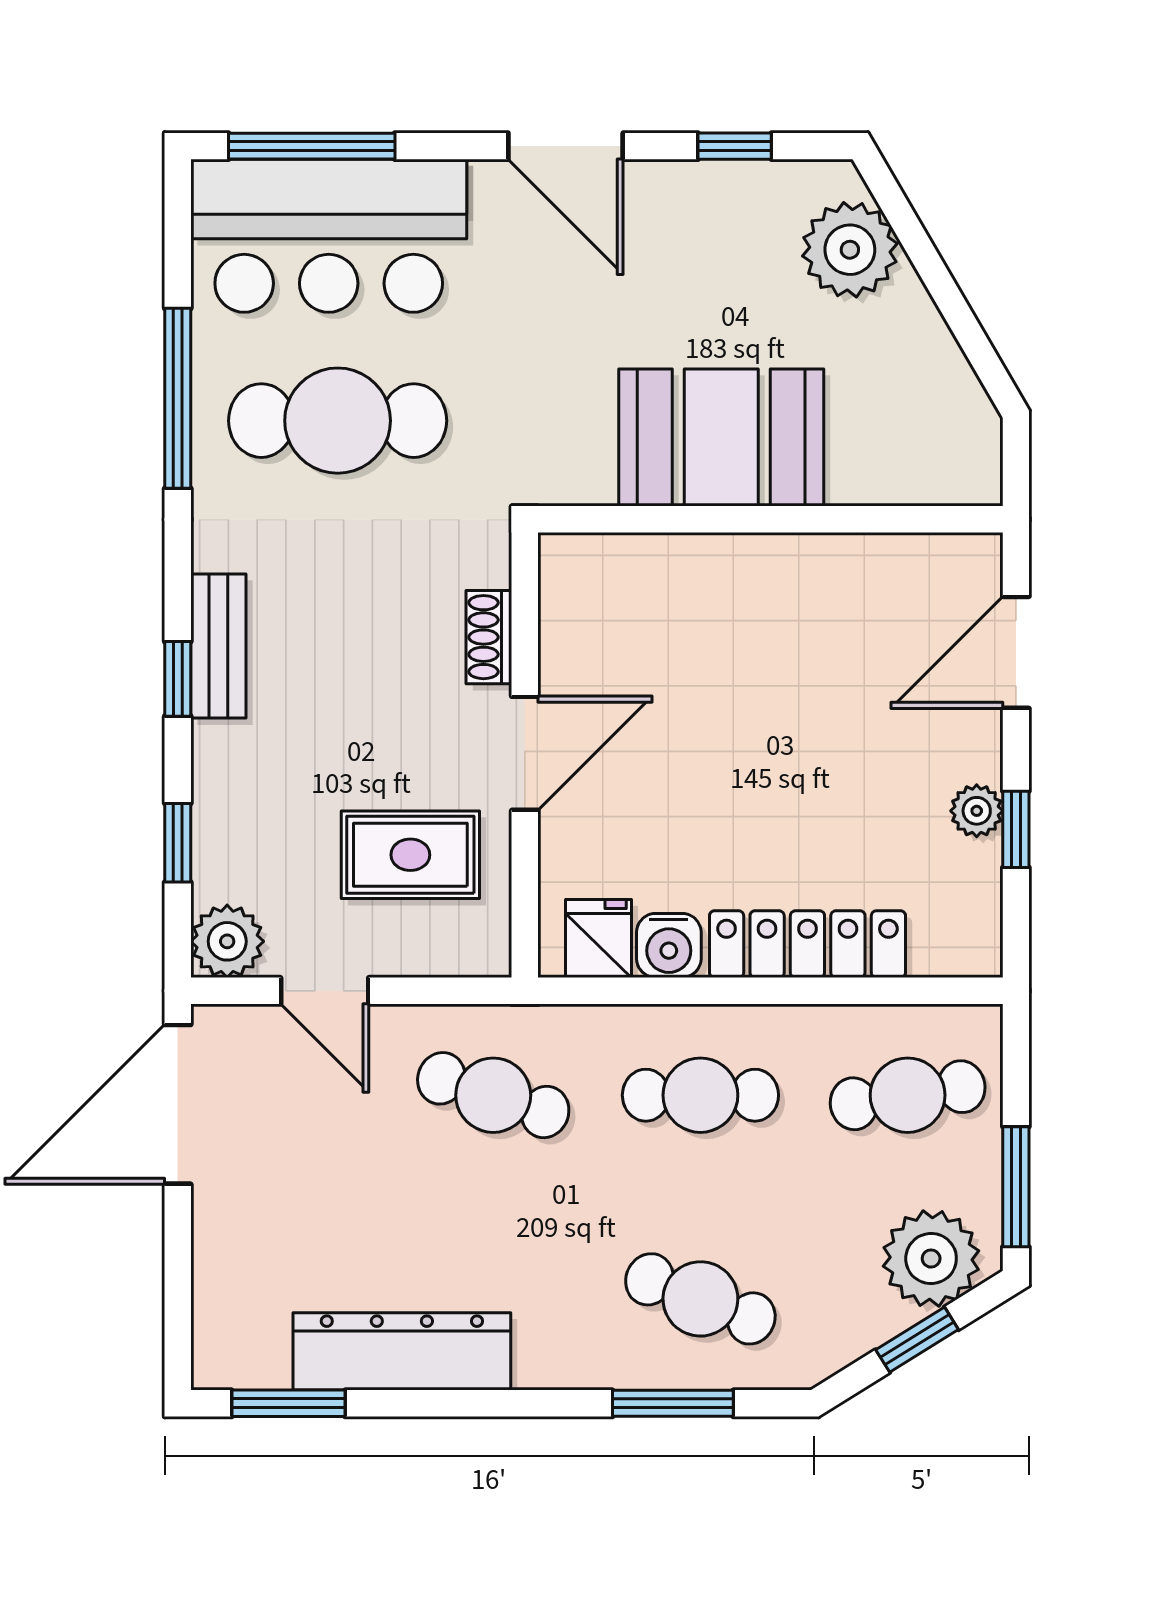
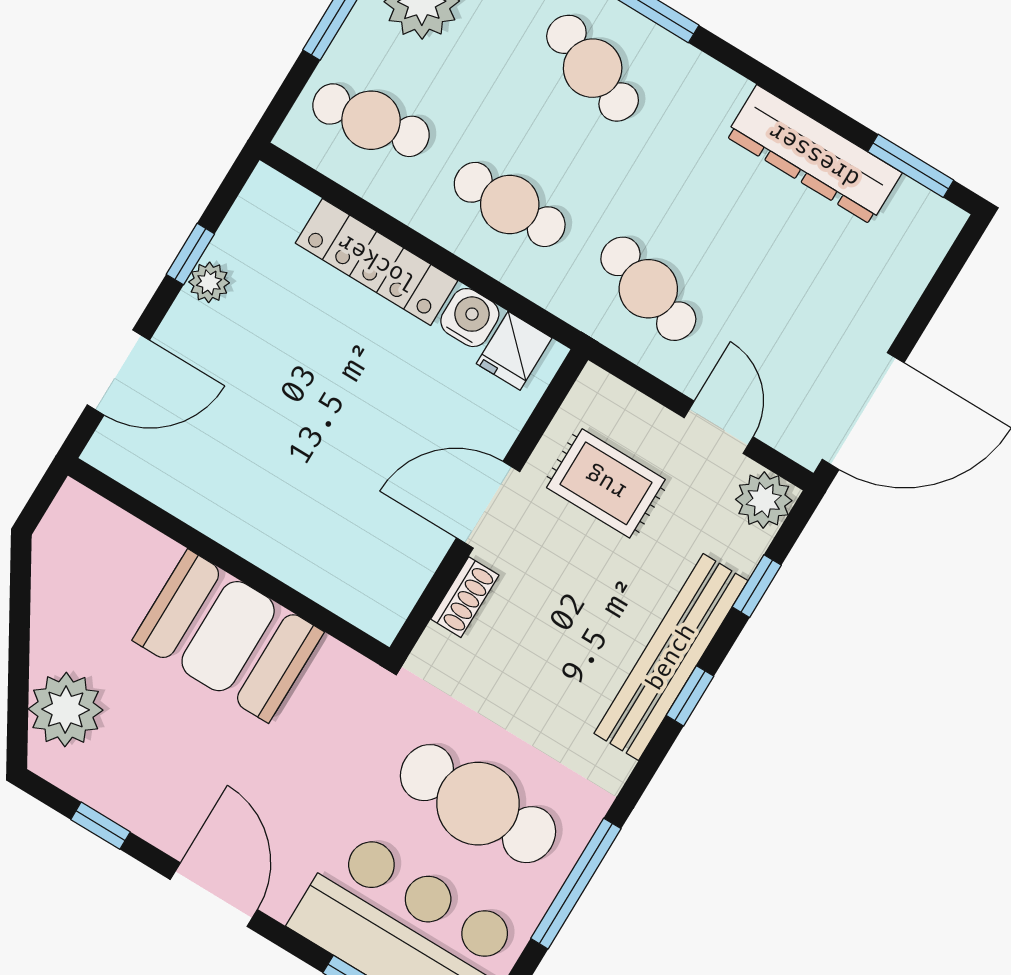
bench: (218, 646) -> (671, 657), width x1.86, depth x1.21

